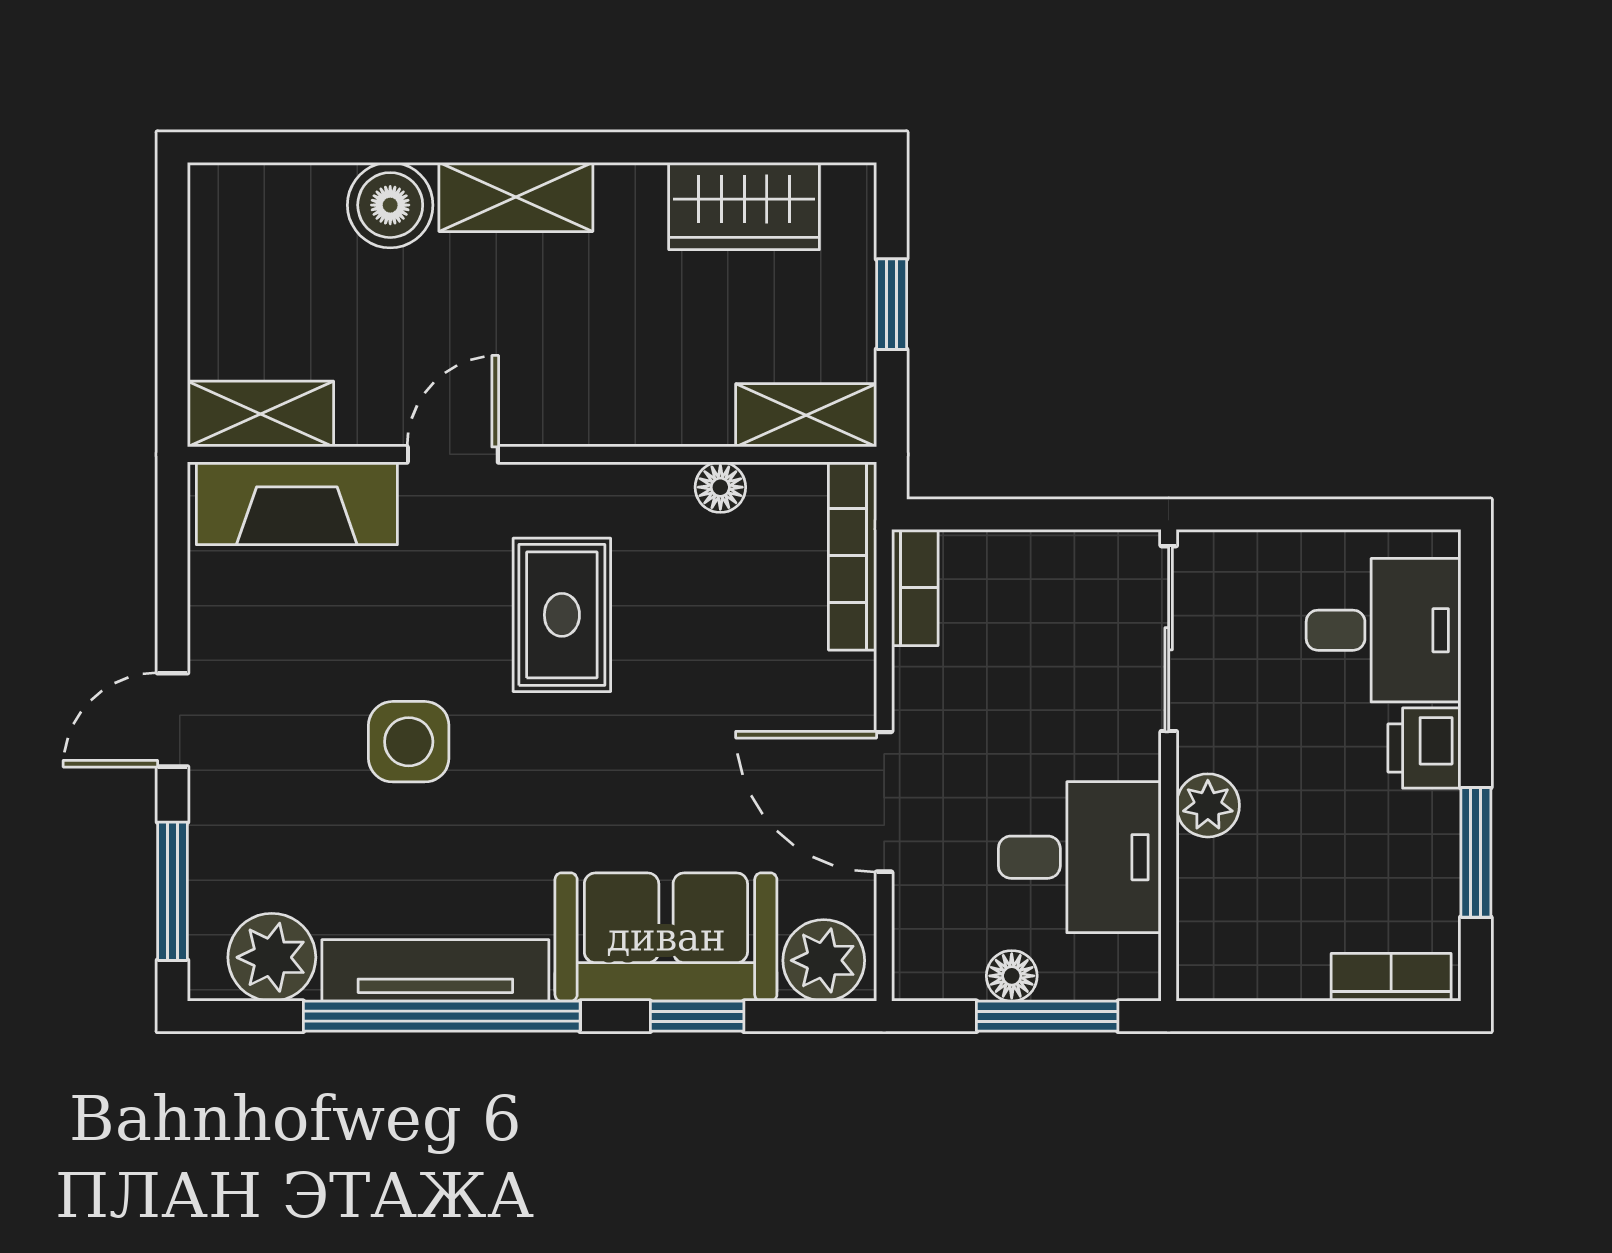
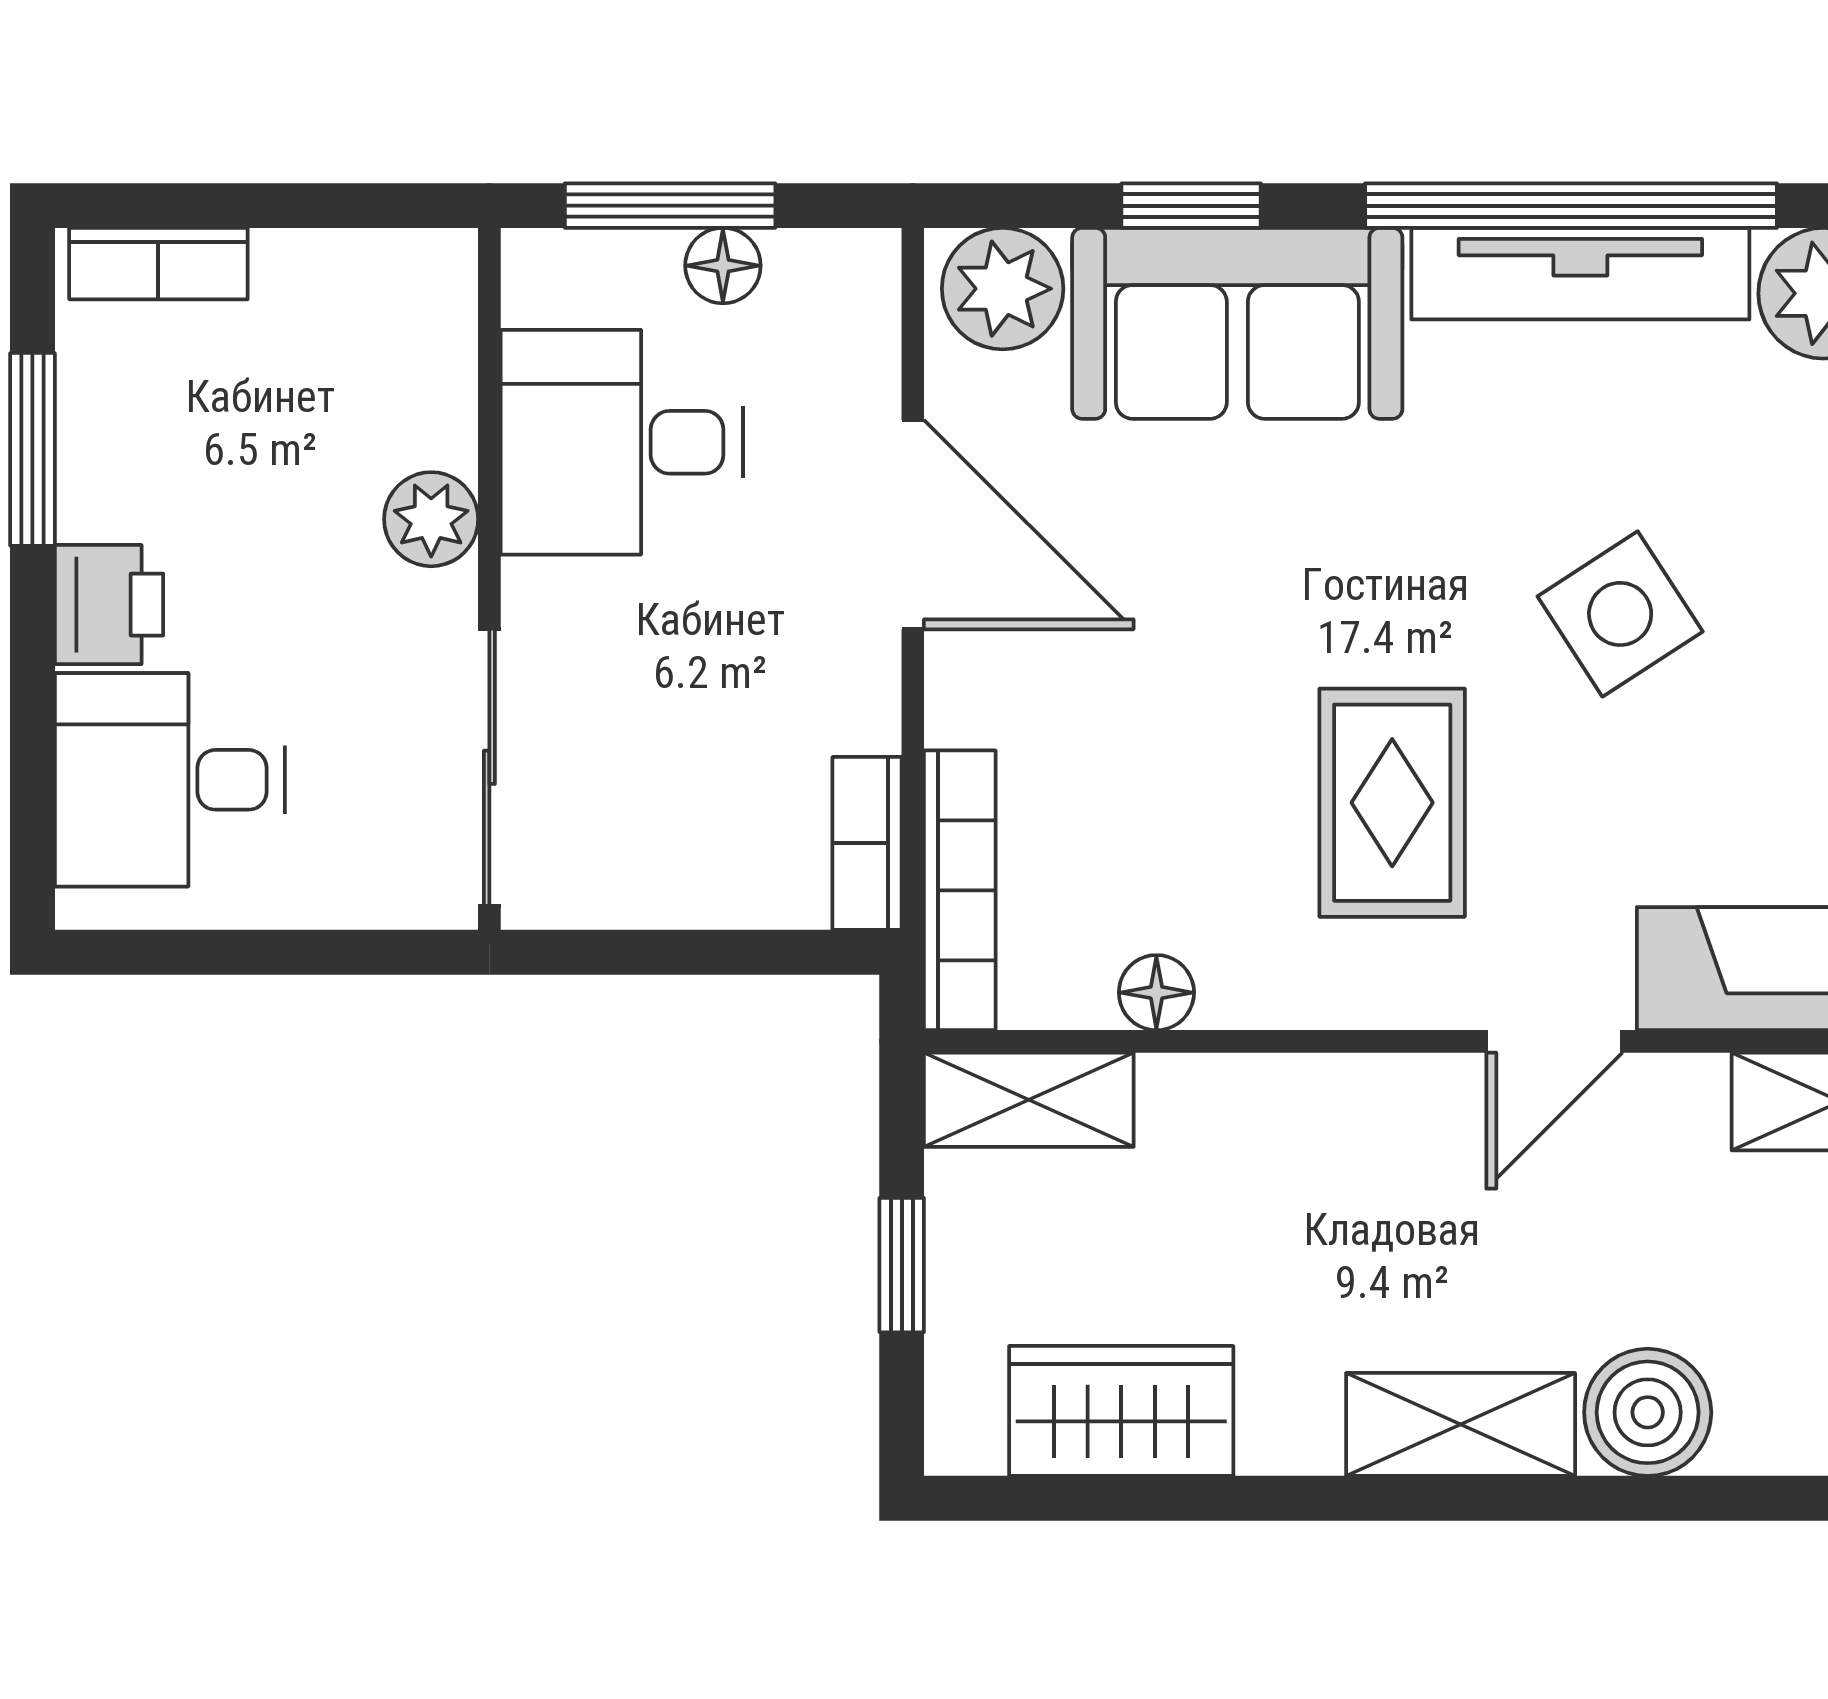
side table: (409, 742) -> (1620, 614), turned -33

